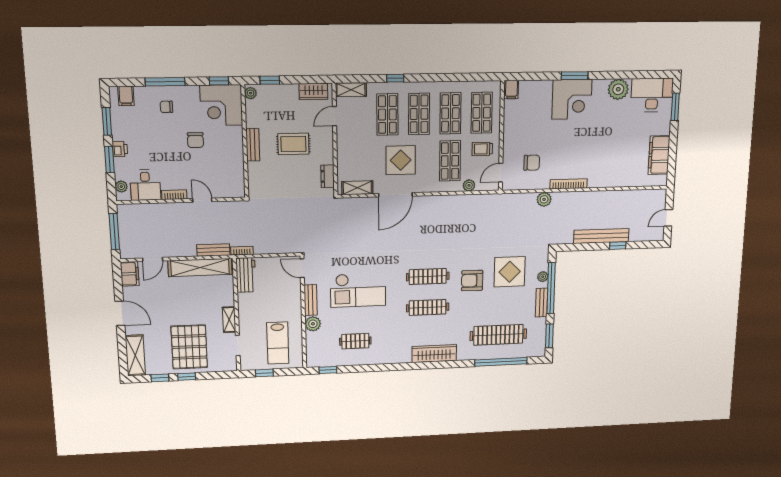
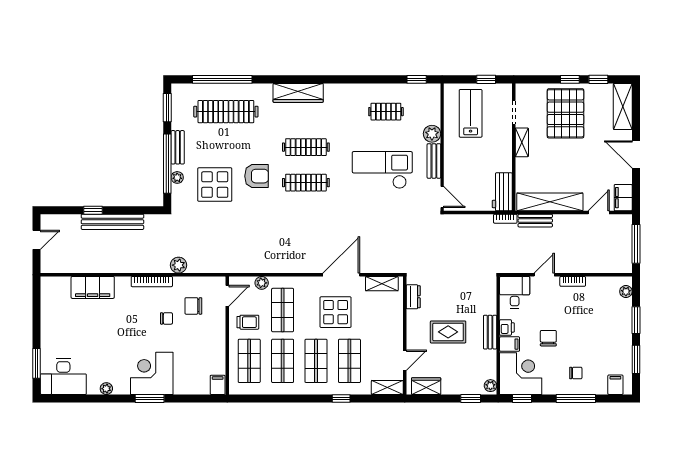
plant: (618, 89) -> (106, 389), width x0.53, depth x0.53
filing cabinet: (233, 134) -> (510, 344), added
printer: (120, 149) -> (507, 327), moved, turned 180
chair: (557, 151) -> (166, 318), added
filing cabinet: (659, 155) -> (93, 287), moved, turned 90
desk: (145, 185) -> (515, 292), moved
door: (202, 200) -> (544, 275), swing flipped

